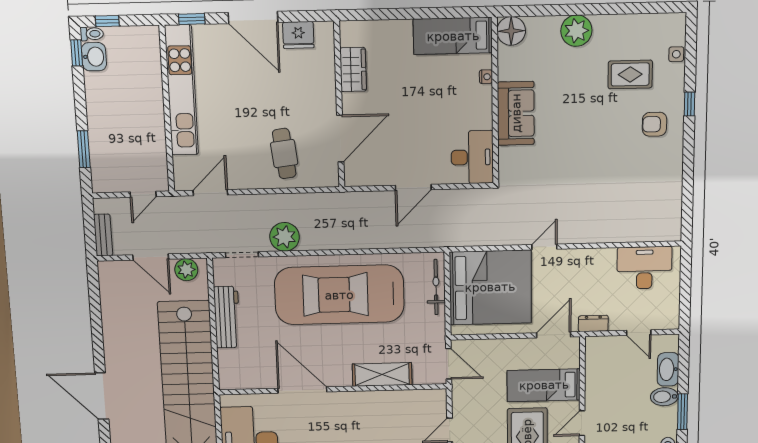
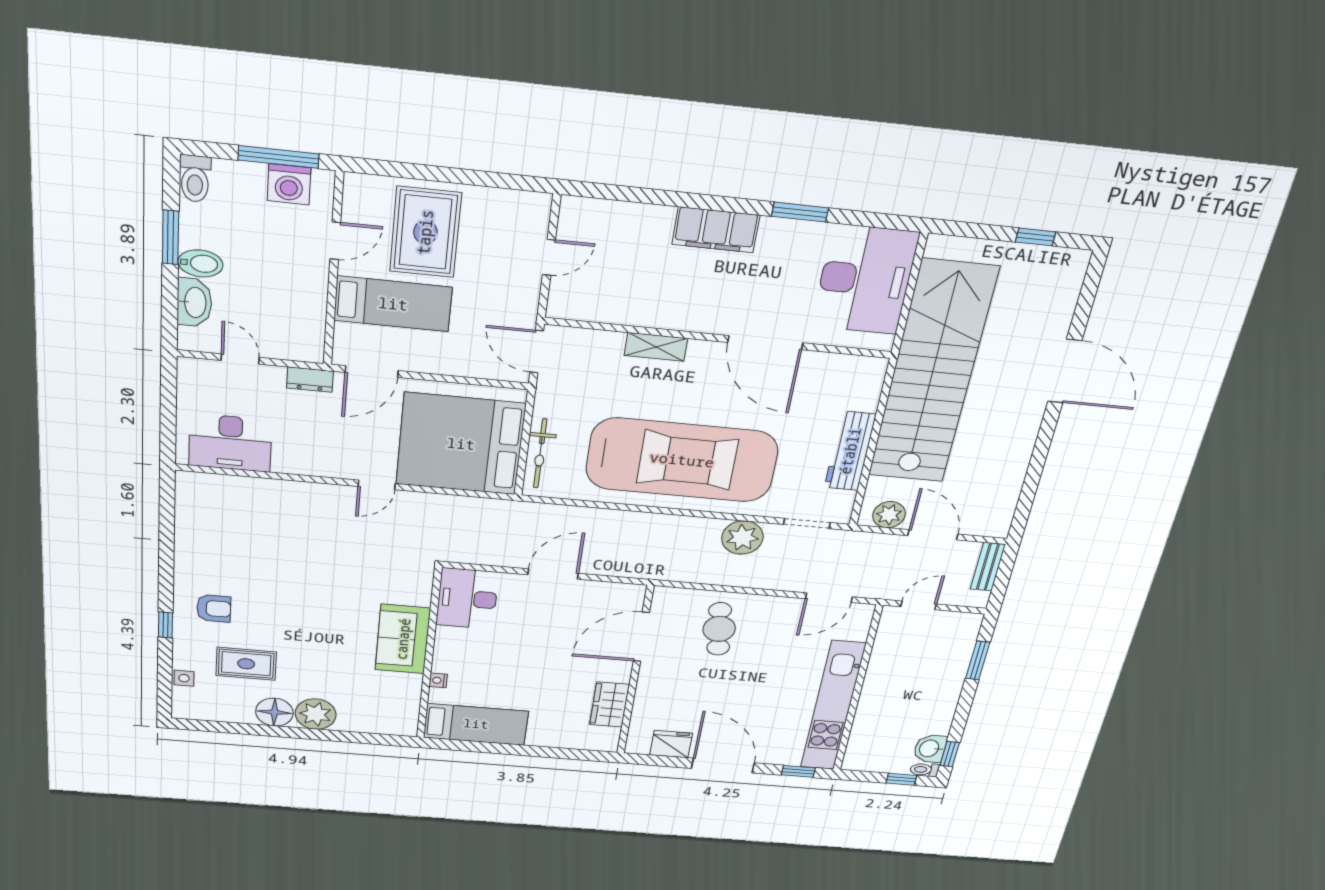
floor lamp: (511, 31) -> (274, 712), moved
shelving: (382, 374) -> (656, 347), width x0.67, depth x0.75

